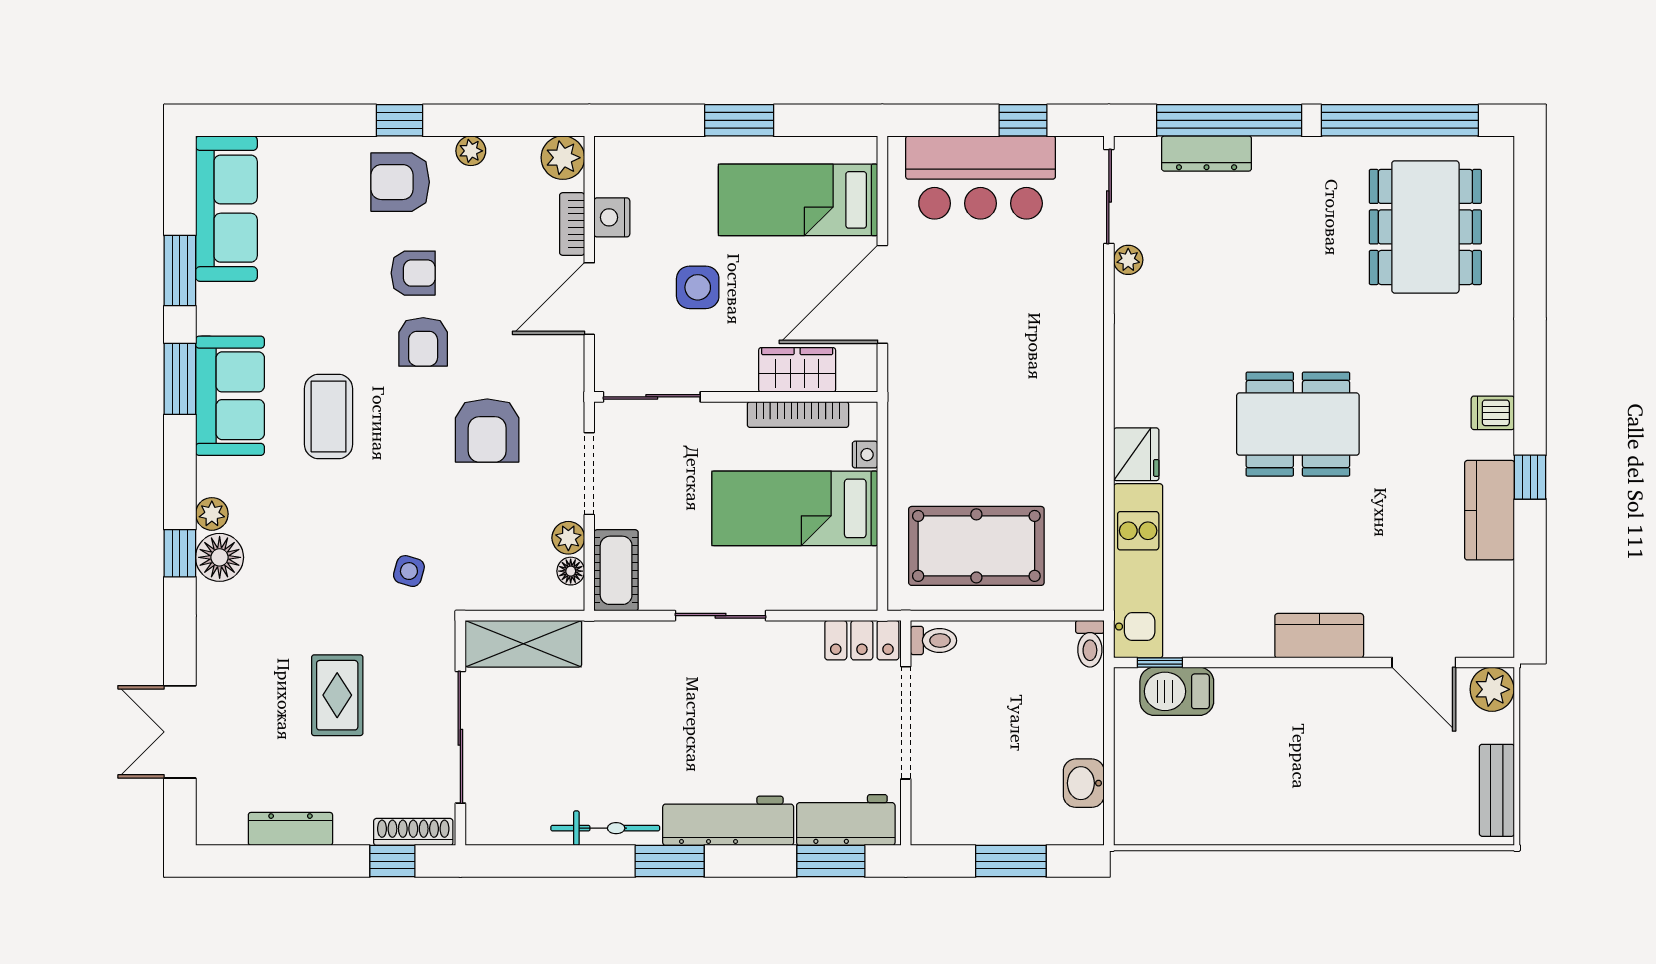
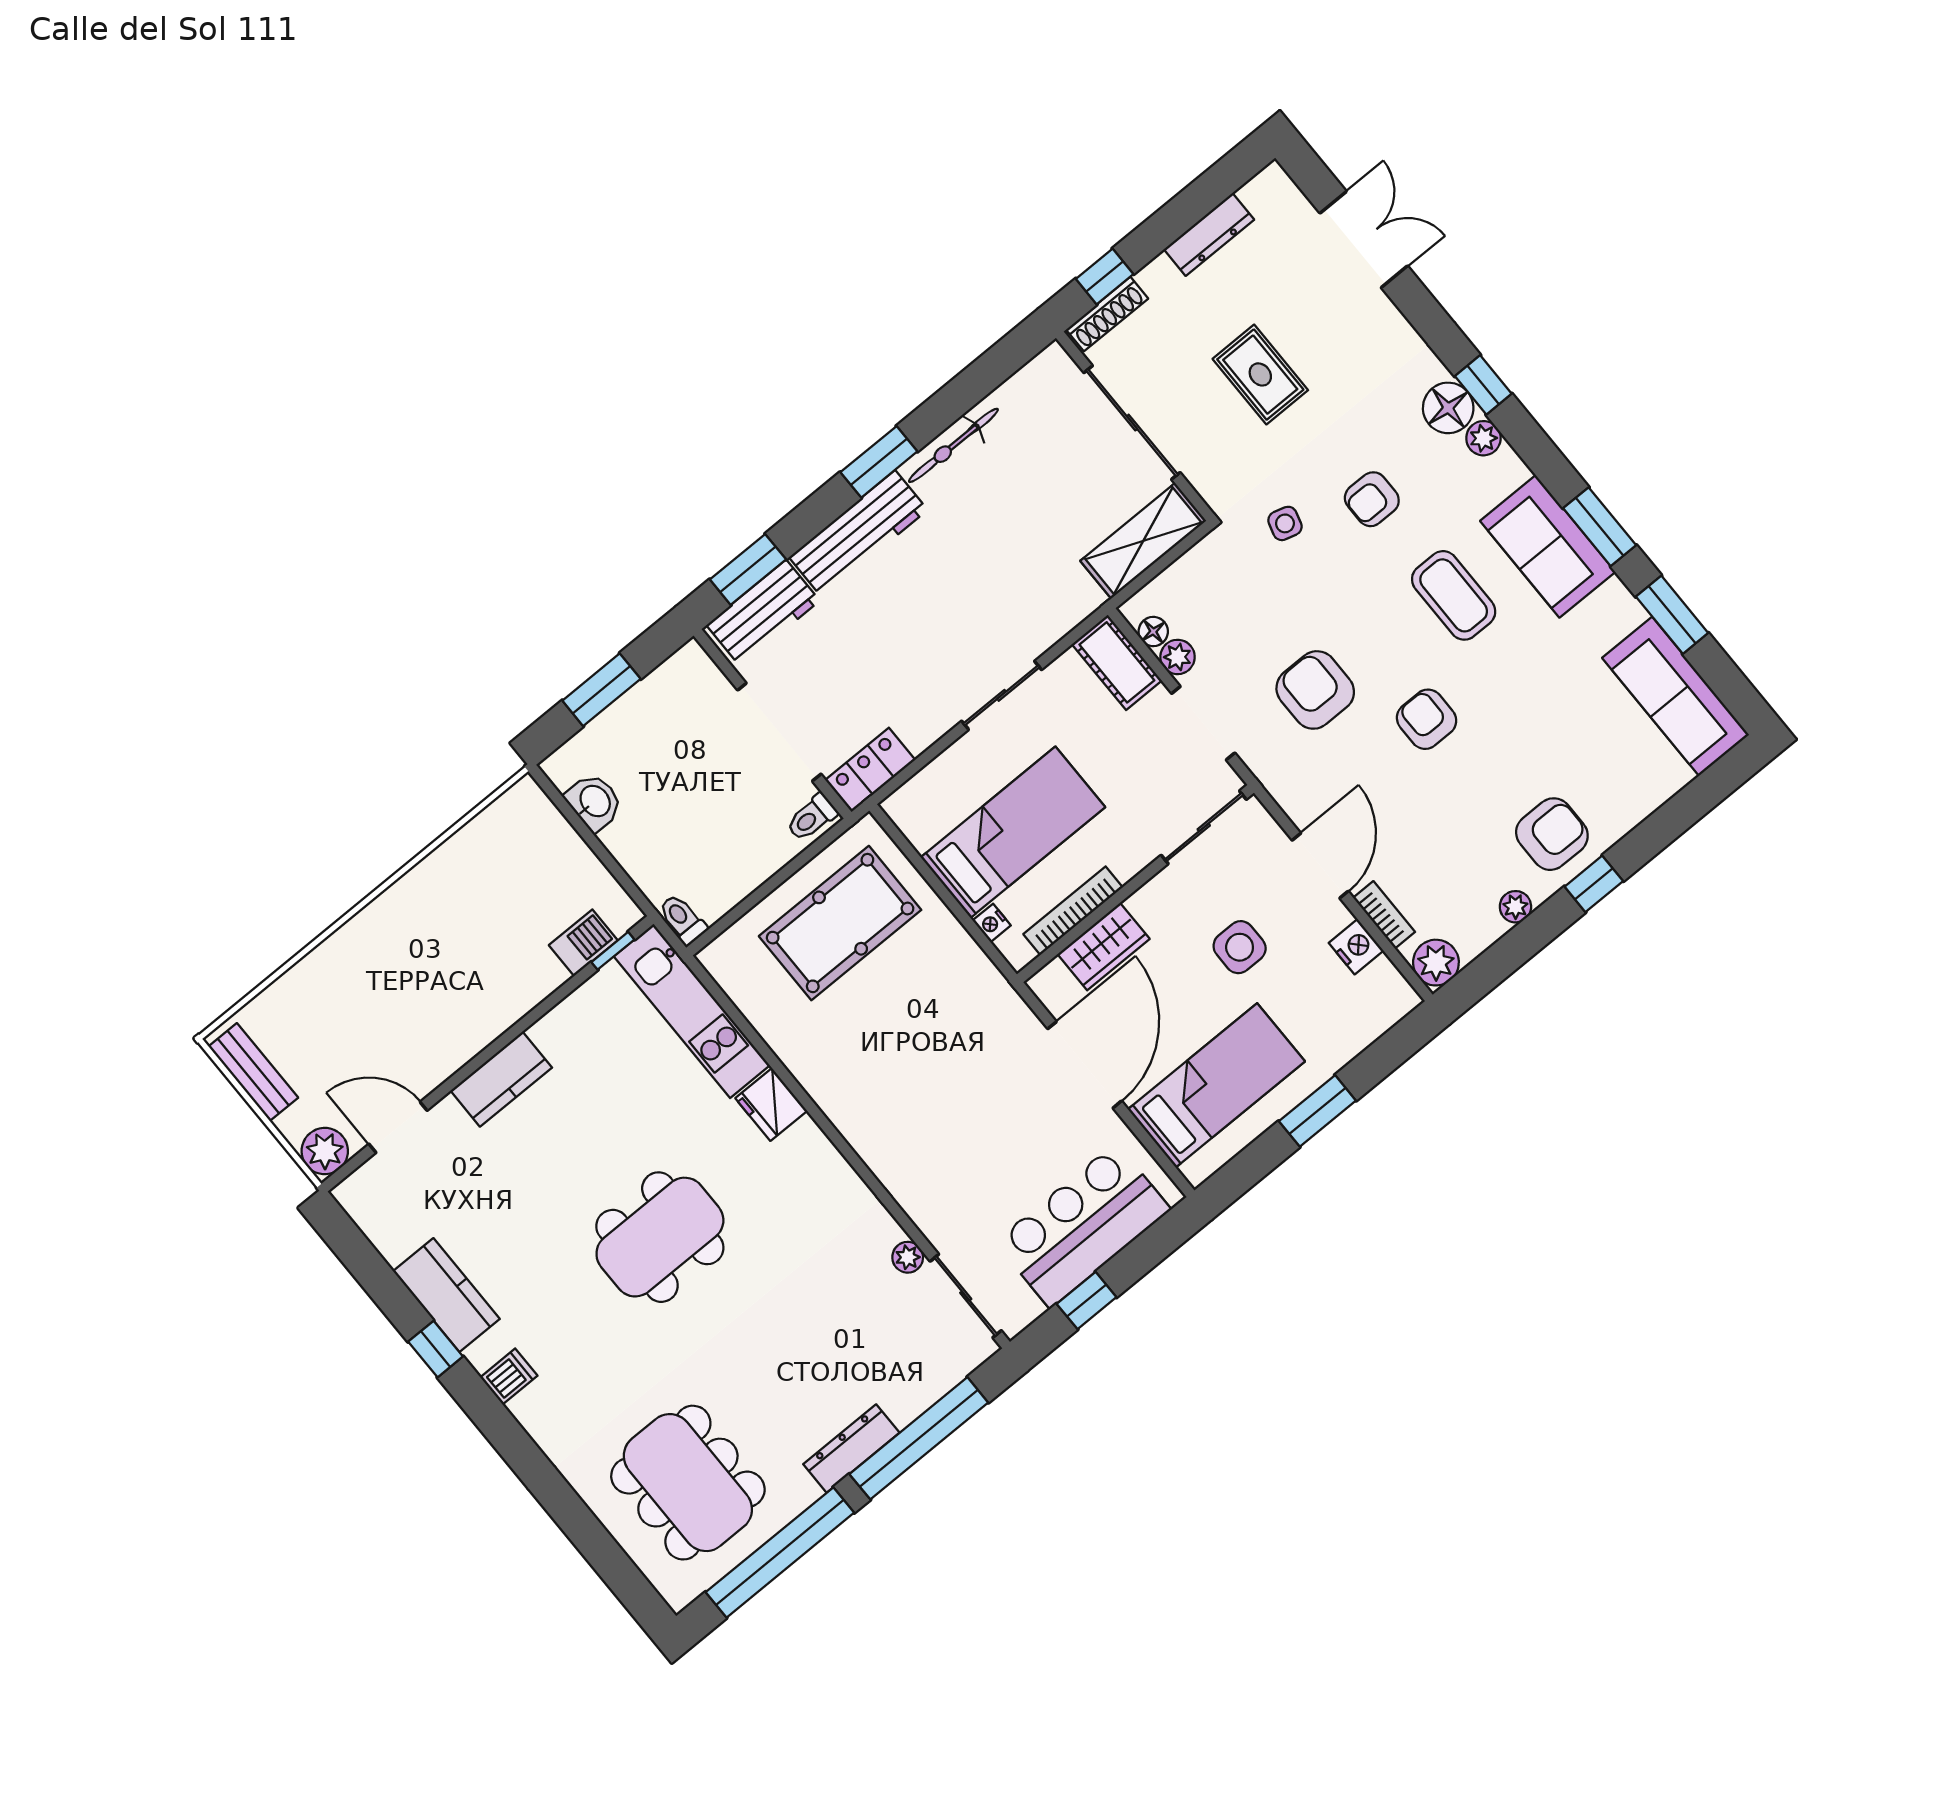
dresser: (1207, 153) -> (851, 1448), moved
armchair: (413, 273) -> (1372, 499), moved
barbecue: (1177, 691) -> (583, 943), width x0.73, depth x0.79

